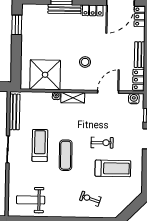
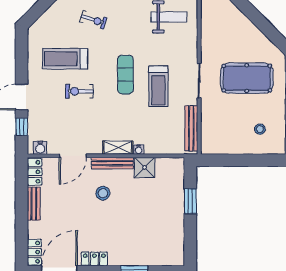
bench: (64, 9) -> (112, 163), moved
window: (17, 25) -> (190, 201), moved
shower: (45, 75) -> (145, 167), width x0.54, depth x0.54

